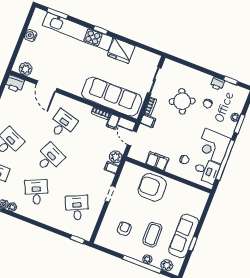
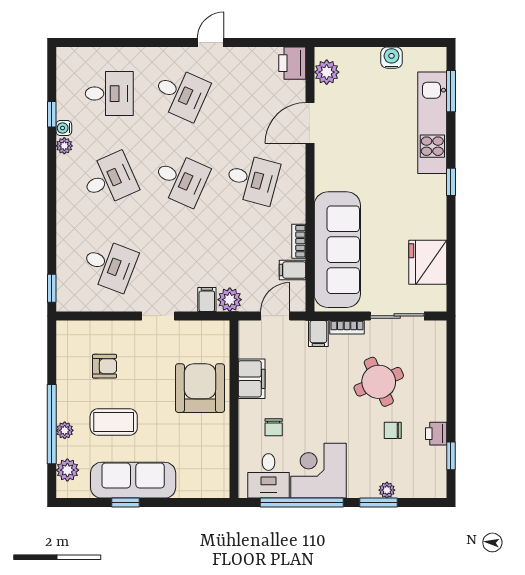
kitchen unit: (78, 31) -> (432, 123), width x0.73
fridge: (121, 51) -> (428, 262), moved
desk: (77, 208) -> (109, 265), turned 45

